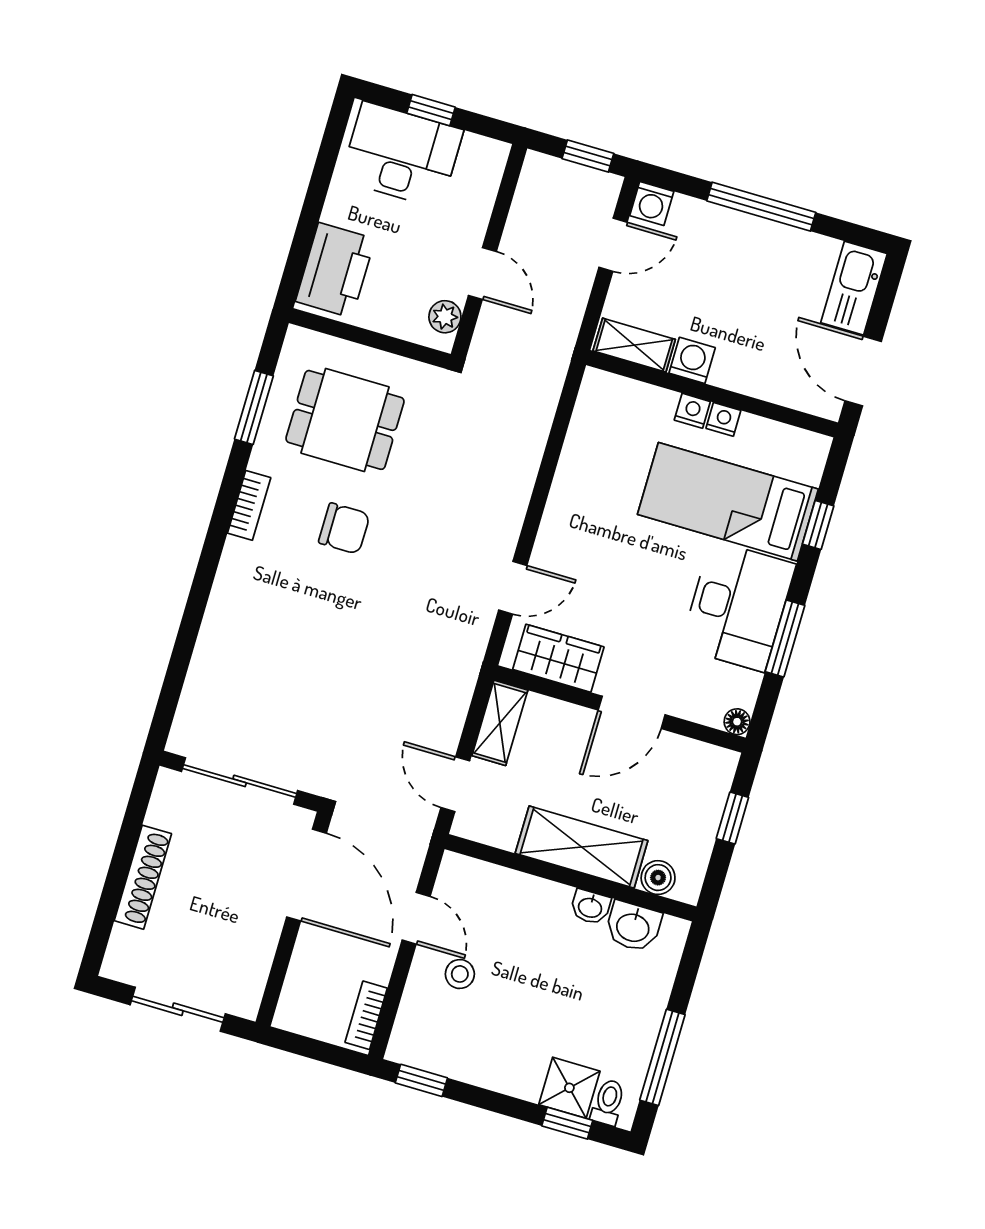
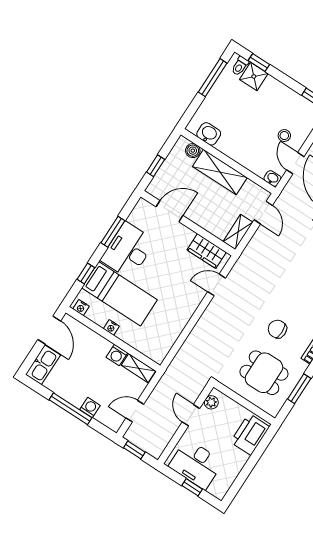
desk: (402, 155) -> (196, 464), moved
washing machine: (652, 203) -> (90, 407), moved
nightstand: (692, 411) -> (81, 308), moved
door: (632, 712) -> (169, 211), moved
floor lamp: (737, 722) -> (142, 204), removed
washbasin: (590, 907) -> (272, 178), moved

